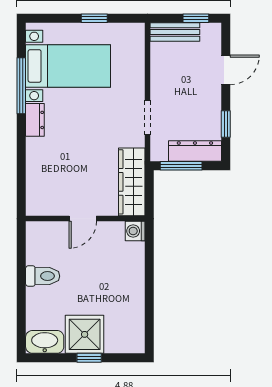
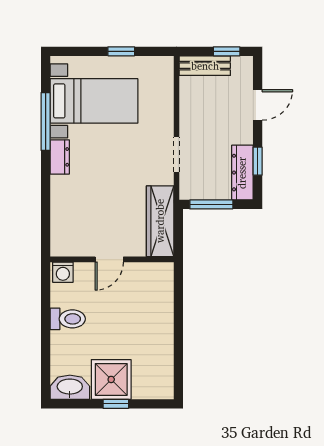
dresser: (195, 151) -> (242, 173), moved, turned -90
washing machine: (135, 231) -> (63, 272), moved, turned -90

